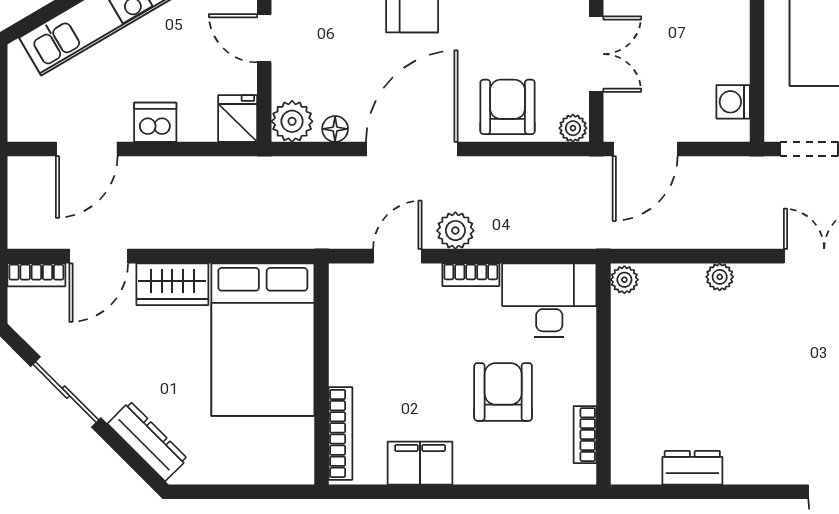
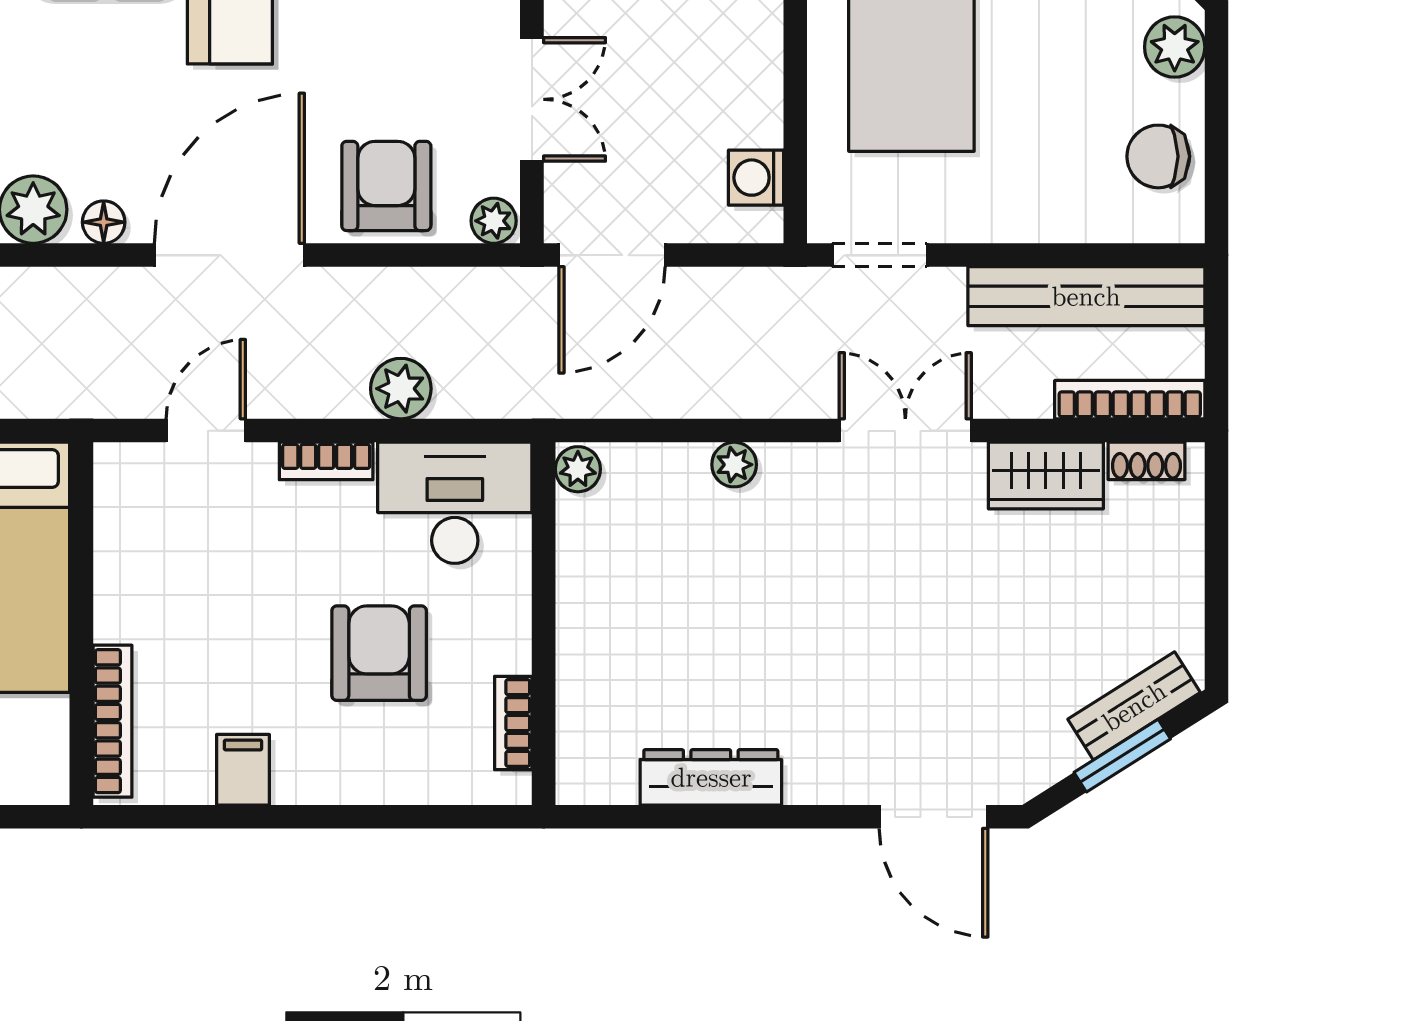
plant: (455, 231) -> (401, 389), moved
filing cabinet: (420, 463) -> (243, 770), width x0.50
dresser: (692, 468) -> (711, 777), width x1.44

